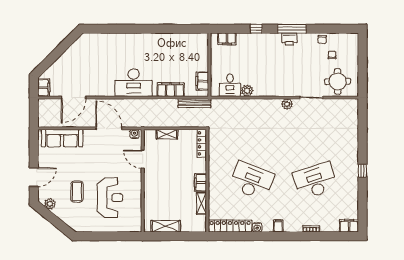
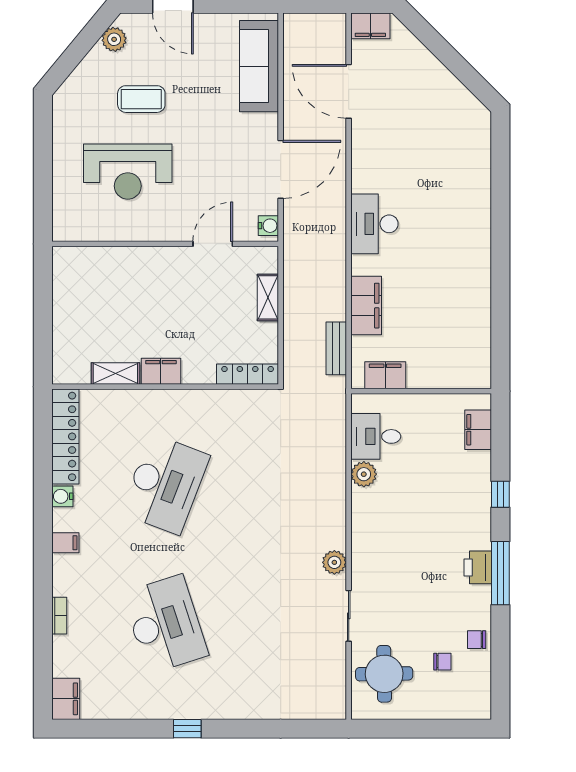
desk: (134, 83) -> (374, 224), width x0.73, depth x0.77
bench: (194, 103) -> (336, 348), width x0.73
shelving: (166, 226) -> (65, 295), removed

